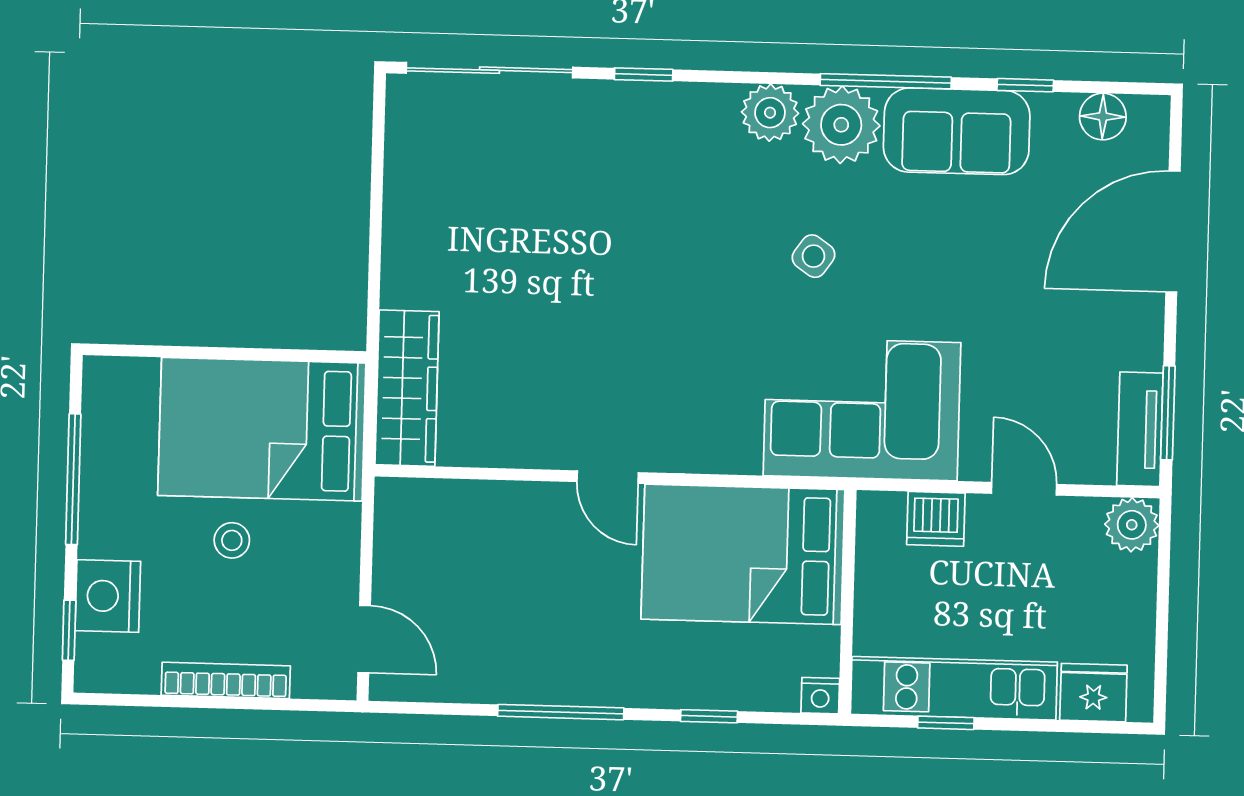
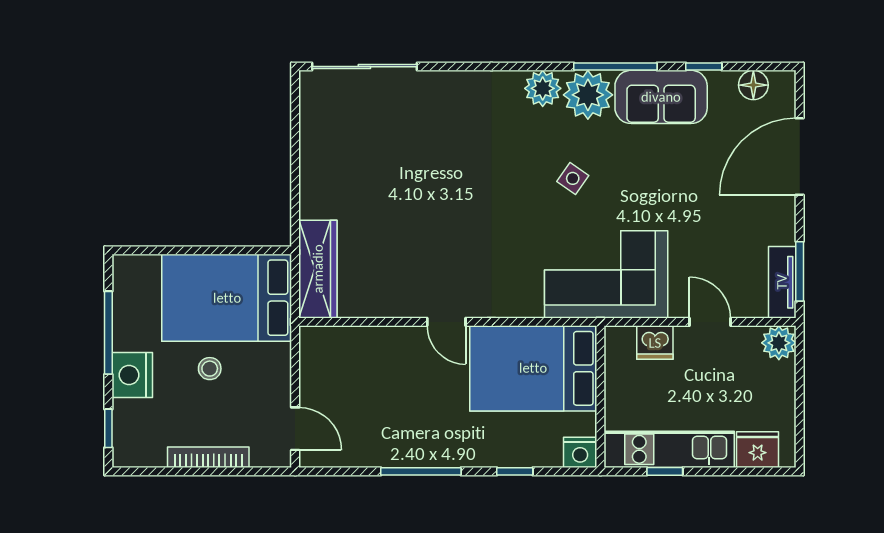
window: (644, 74) -> (462, 67), removed
nightstand: (108, 596) -> (132, 375), moved
nightstand: (820, 696) -> (580, 452), width x1.39, depth x1.35

